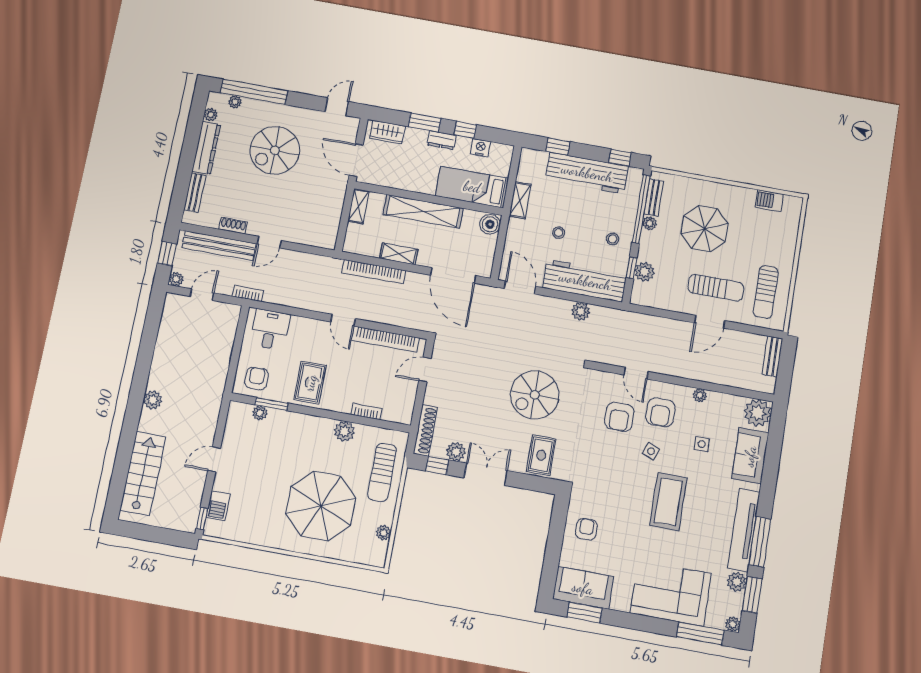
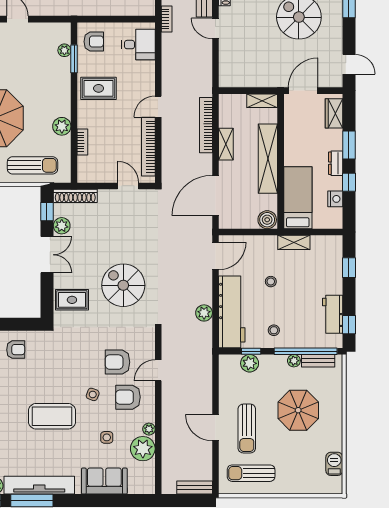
workbench: (587, 173) -> (333, 314), width x0.53, depth x0.76
plant: (758, 413) -> (143, 449), moved
sun lounger: (382, 472) -> (33, 165), turned 180

